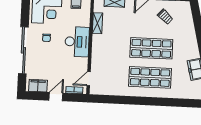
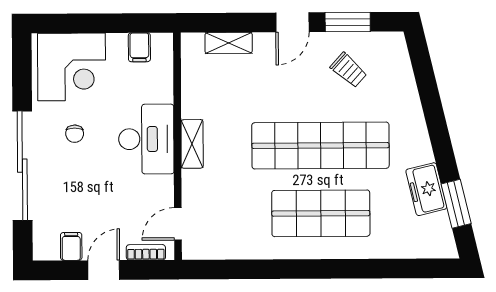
shelving: (98, 23) -> (192, 144), moved
shop shelf: (151, 48) -> (320, 146), width x1.40
filing cabinet: (38, 86) -> (71, 246), width x0.50

